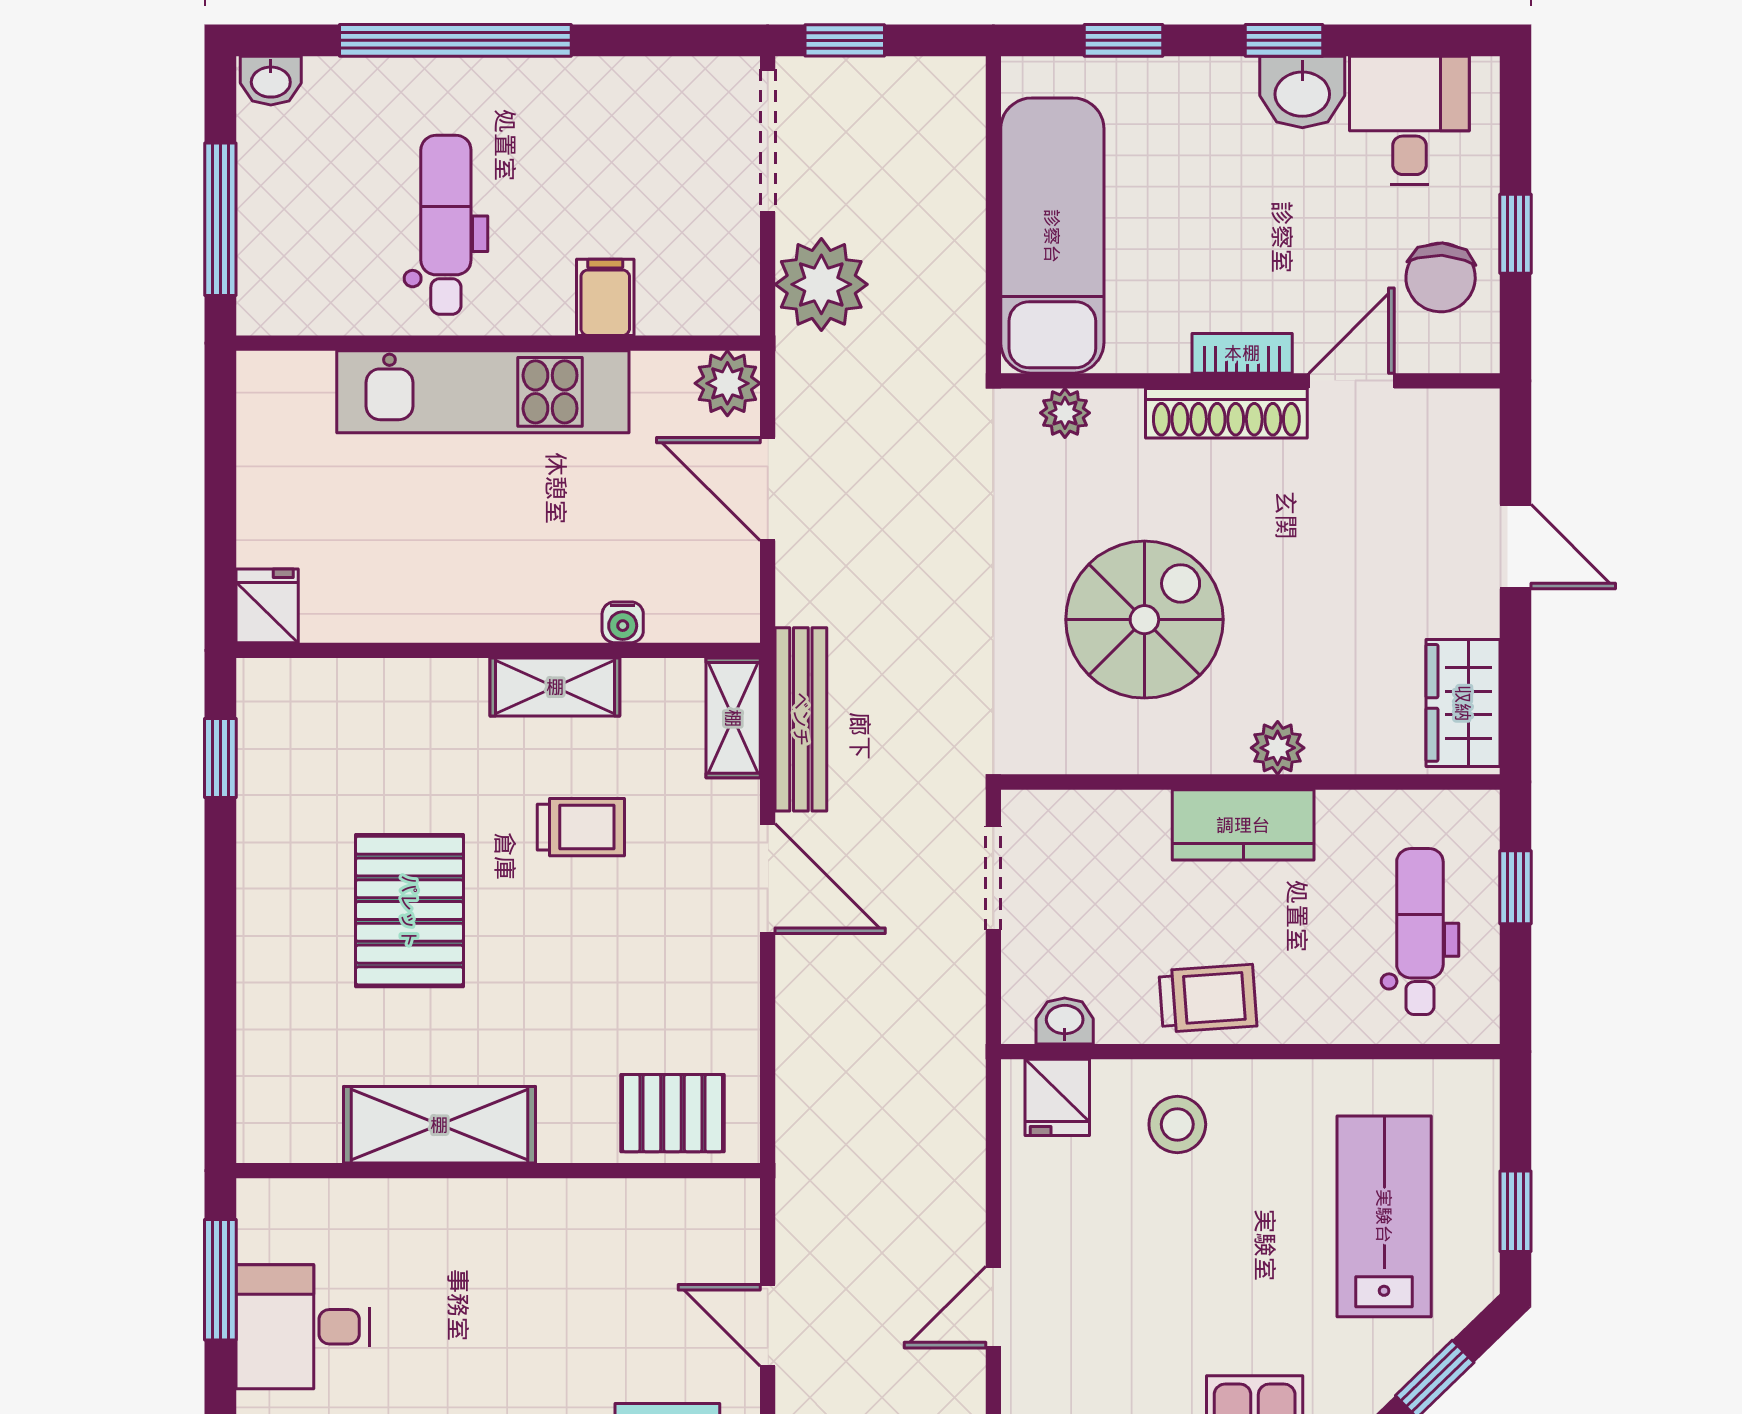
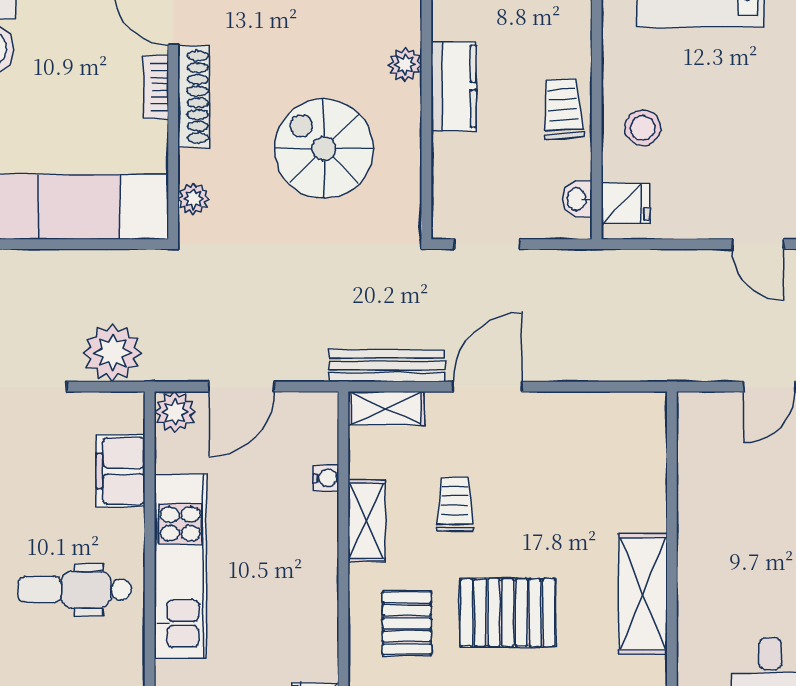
filing cabinet: (605, 297) -> (121, 471), width x2.00
pallet: (673, 1113) -> (407, 623), moved

